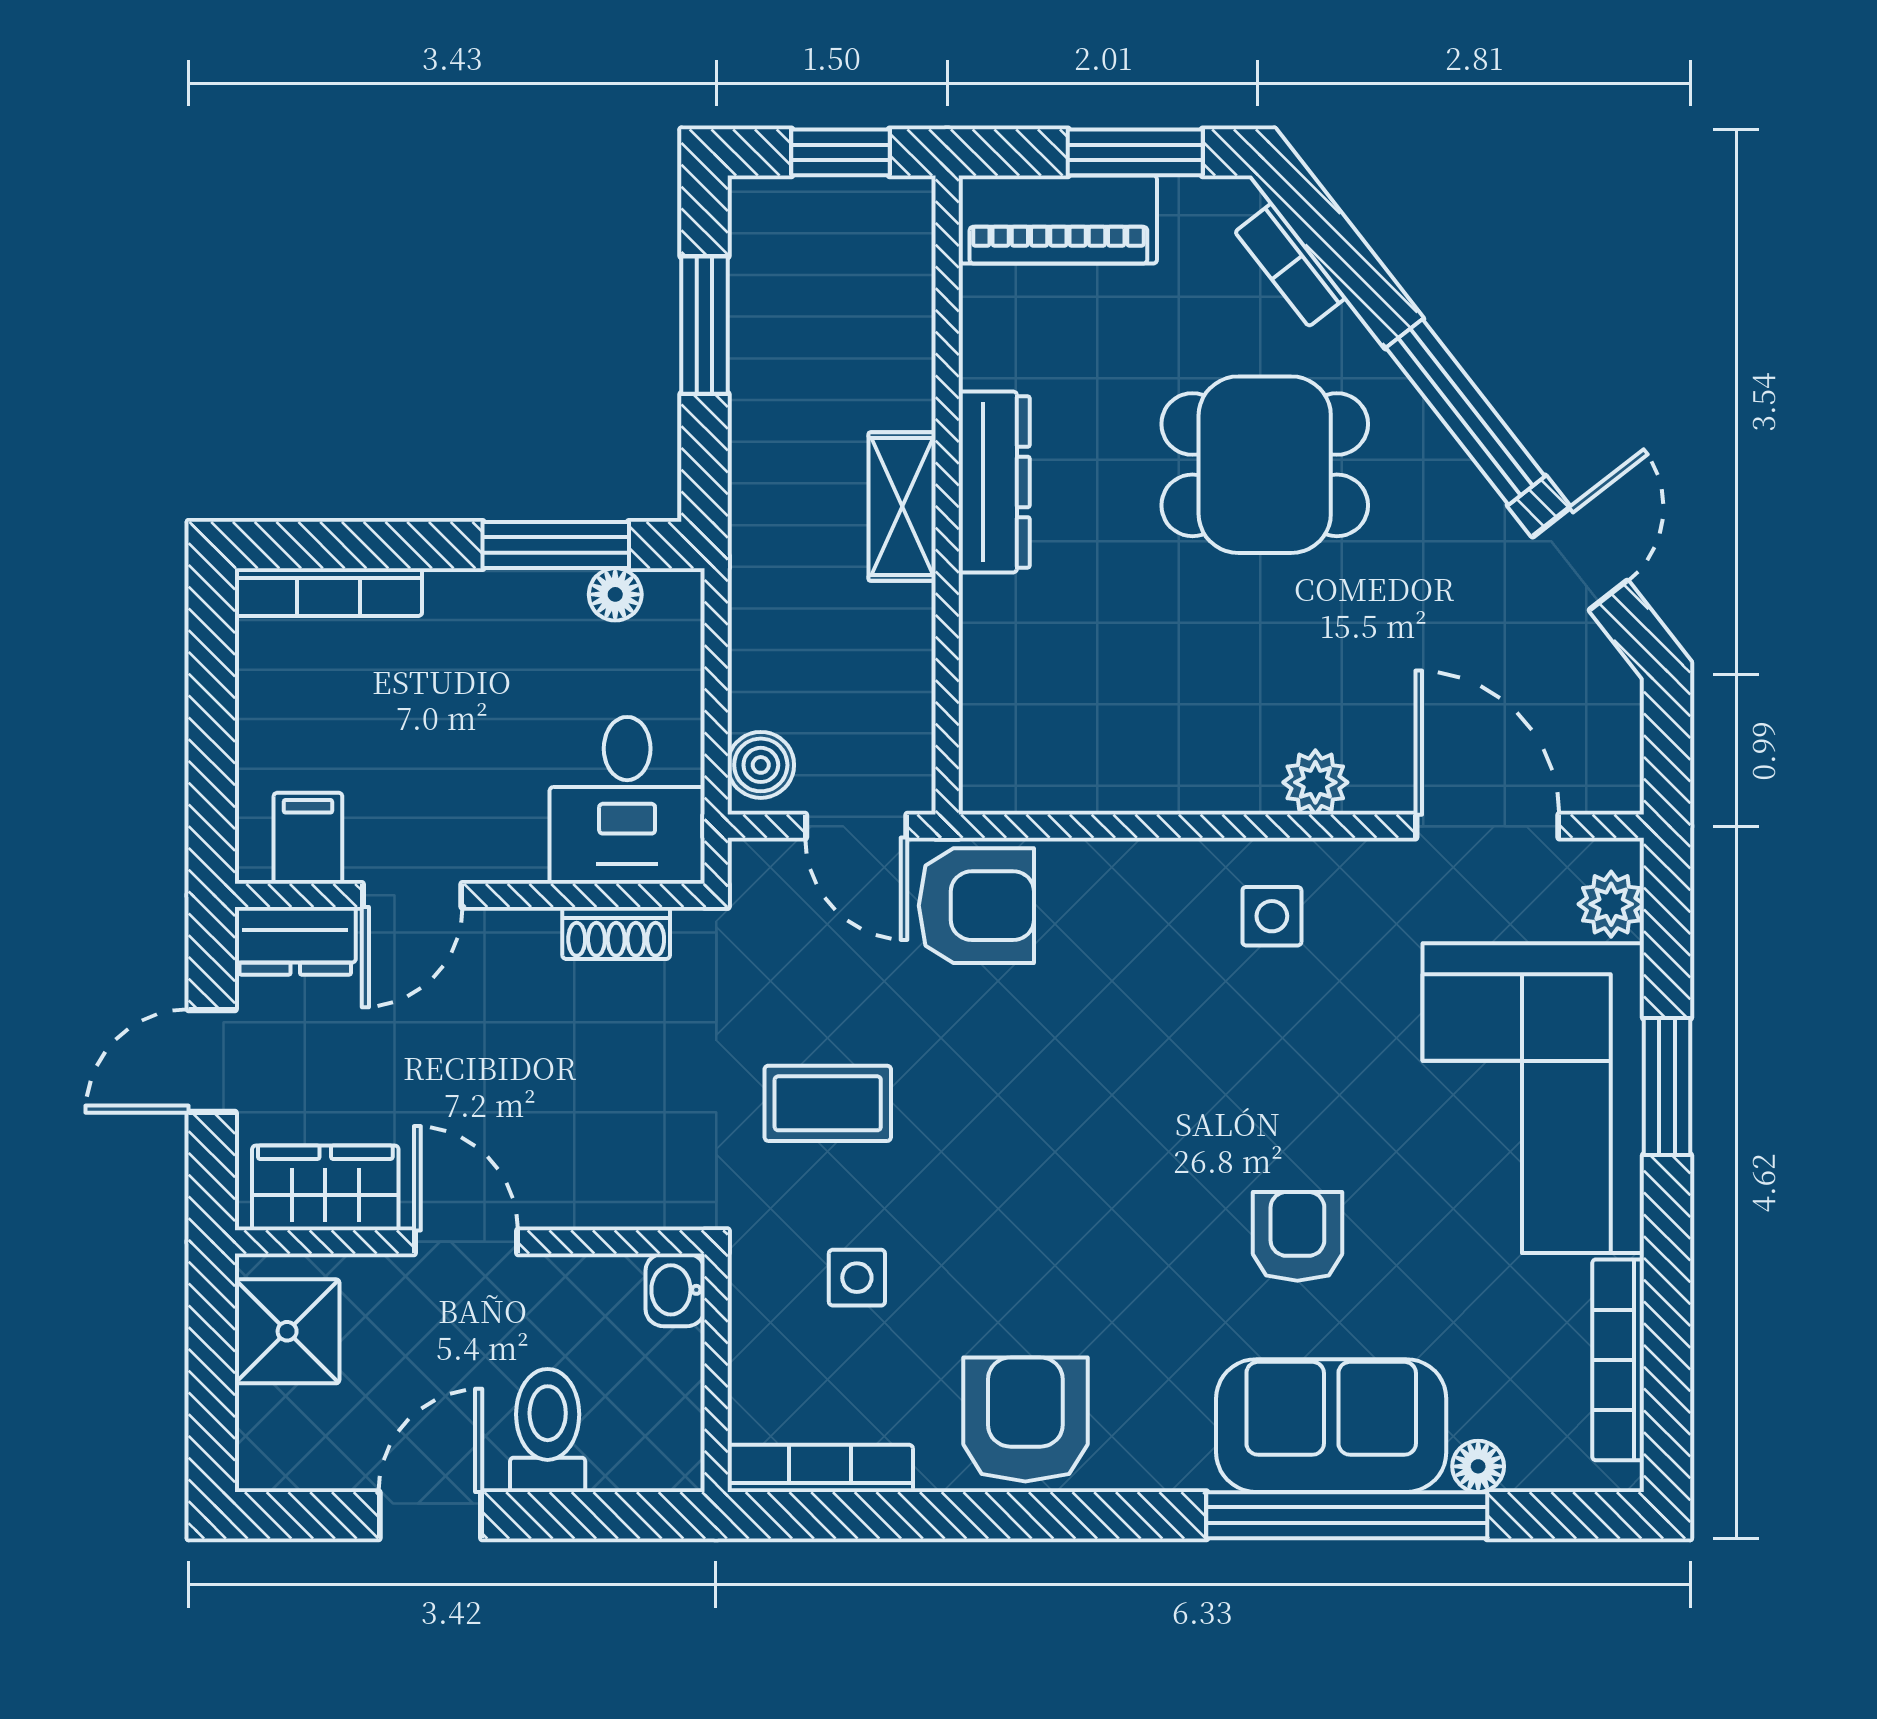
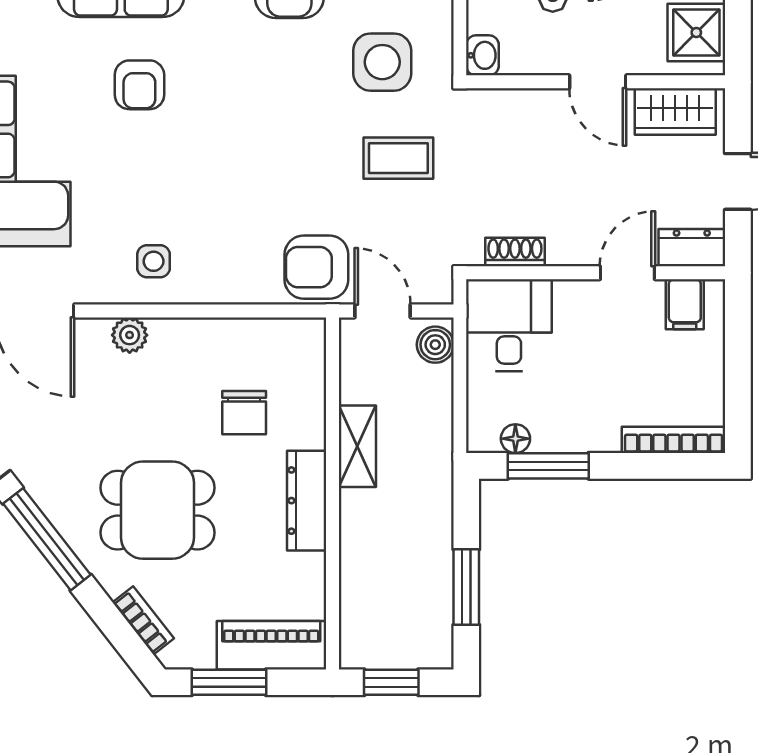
shelving: (902, 507) -> (357, 446), moved
chair: (1108, 642) -> (244, 413), added
side table: (857, 1278) -> (382, 62), width x1.87, depth x1.87

